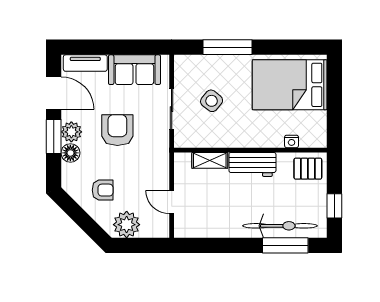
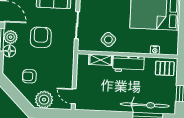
side table: (212, 101) -> (108, 40), moved
armchair: (103, 190) -> (29, 76), turned 180
door: (172, 202) -> (74, 96), moved

